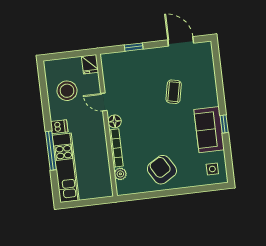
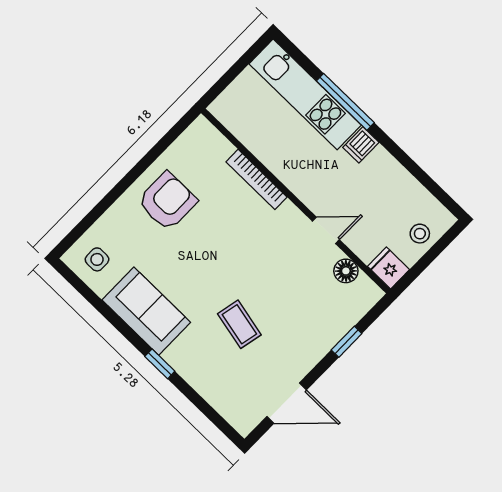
stool: (67, 91) -> (420, 234), moved, width x0.53, depth x0.53
floor lamp: (115, 121) -> (346, 271), moved
window: (224, 124) -> (160, 364), moved
armchair: (162, 170) -> (167, 201), turned -59
plant: (120, 174) -> (221, 148), removed

